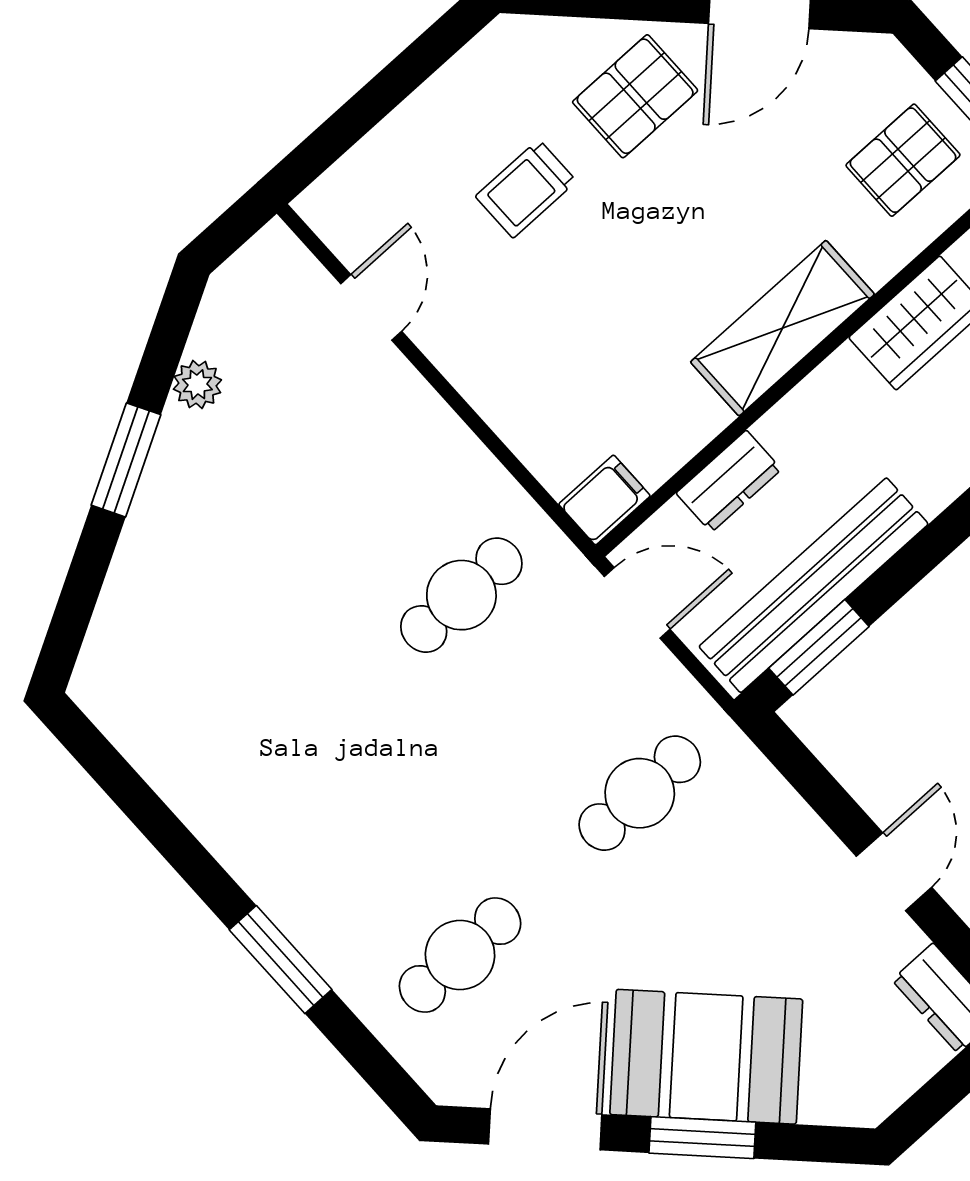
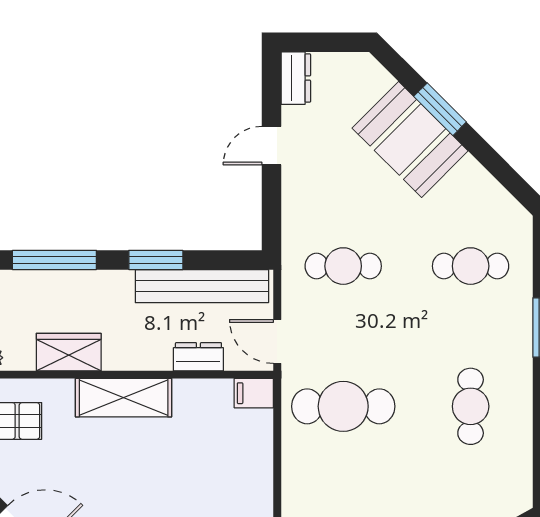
cafe table: (461, 595) -> (343, 406), width x1.37, depth x1.35
window: (819, 647) -> (156, 260), moved
cafe table: (282, 757) -> (471, 406), added
door: (545, 1129) -> (499, 168), removed

